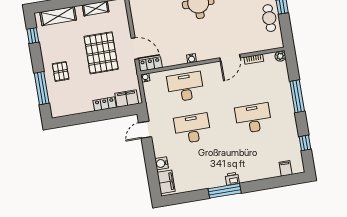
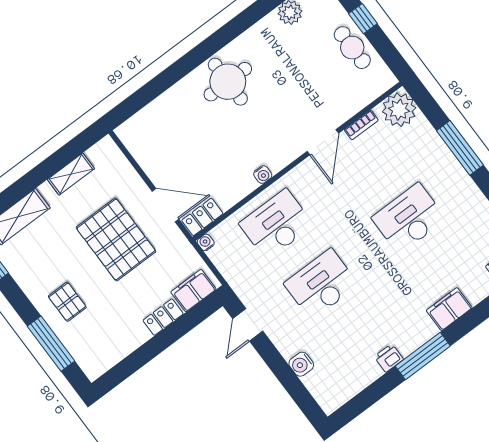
plant: (280, 56) -> (399, 110), width x1.87, depth x1.87
printer: (232, 179) -> (389, 358), moved
filing cabinet: (166, 182) -> (449, 309), moved, turned -90

